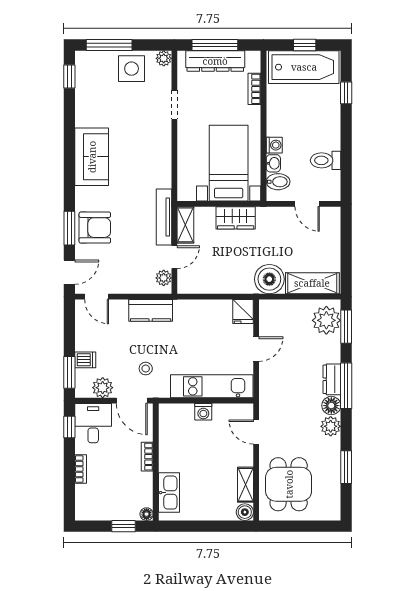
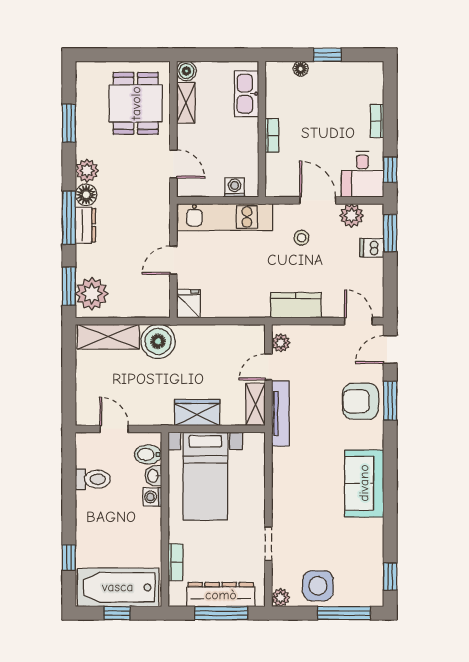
bookcase: (147, 457) -> (272, 135), moved
wall: (156, 462) -> (262, 129), moved
kitchen sink: (169, 493) -> (246, 94), moved

